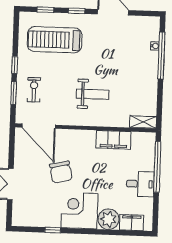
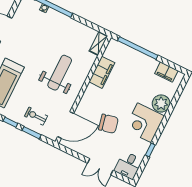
weight bench: (92, 94) -> (60, 73), width x1.36, depth x1.33
desk: (140, 184) -> (128, 165), moved, turned 180
filing cabinet: (132, 223) -> (166, 72), moved, turned -90

